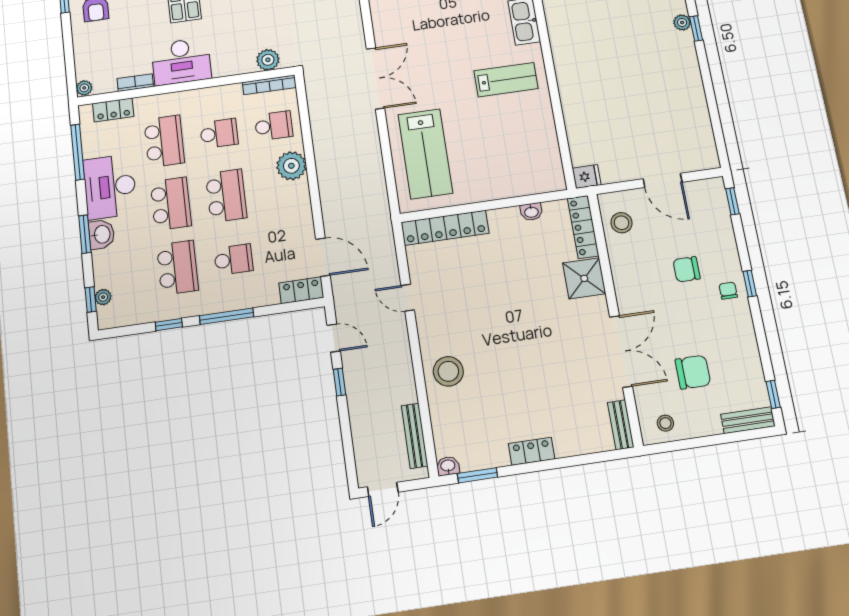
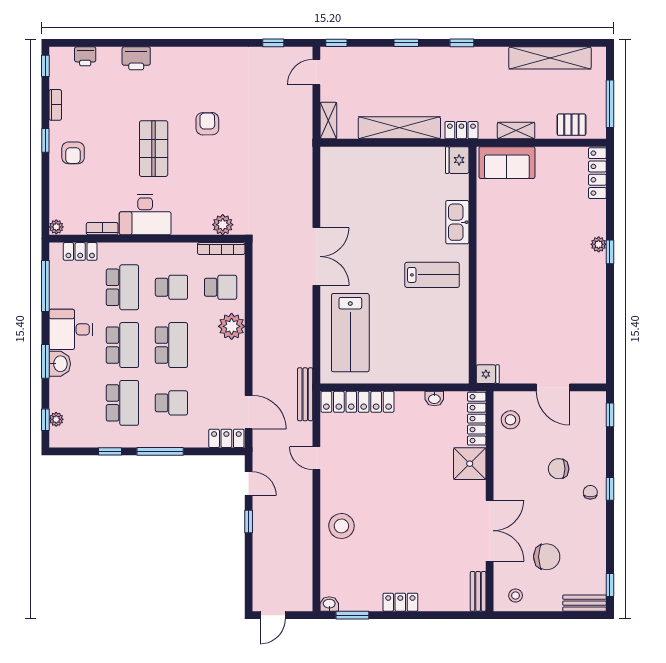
desk: (110, 187) -> (71, 329), width x0.73
bench: (414, 436) -> (305, 394), moved

